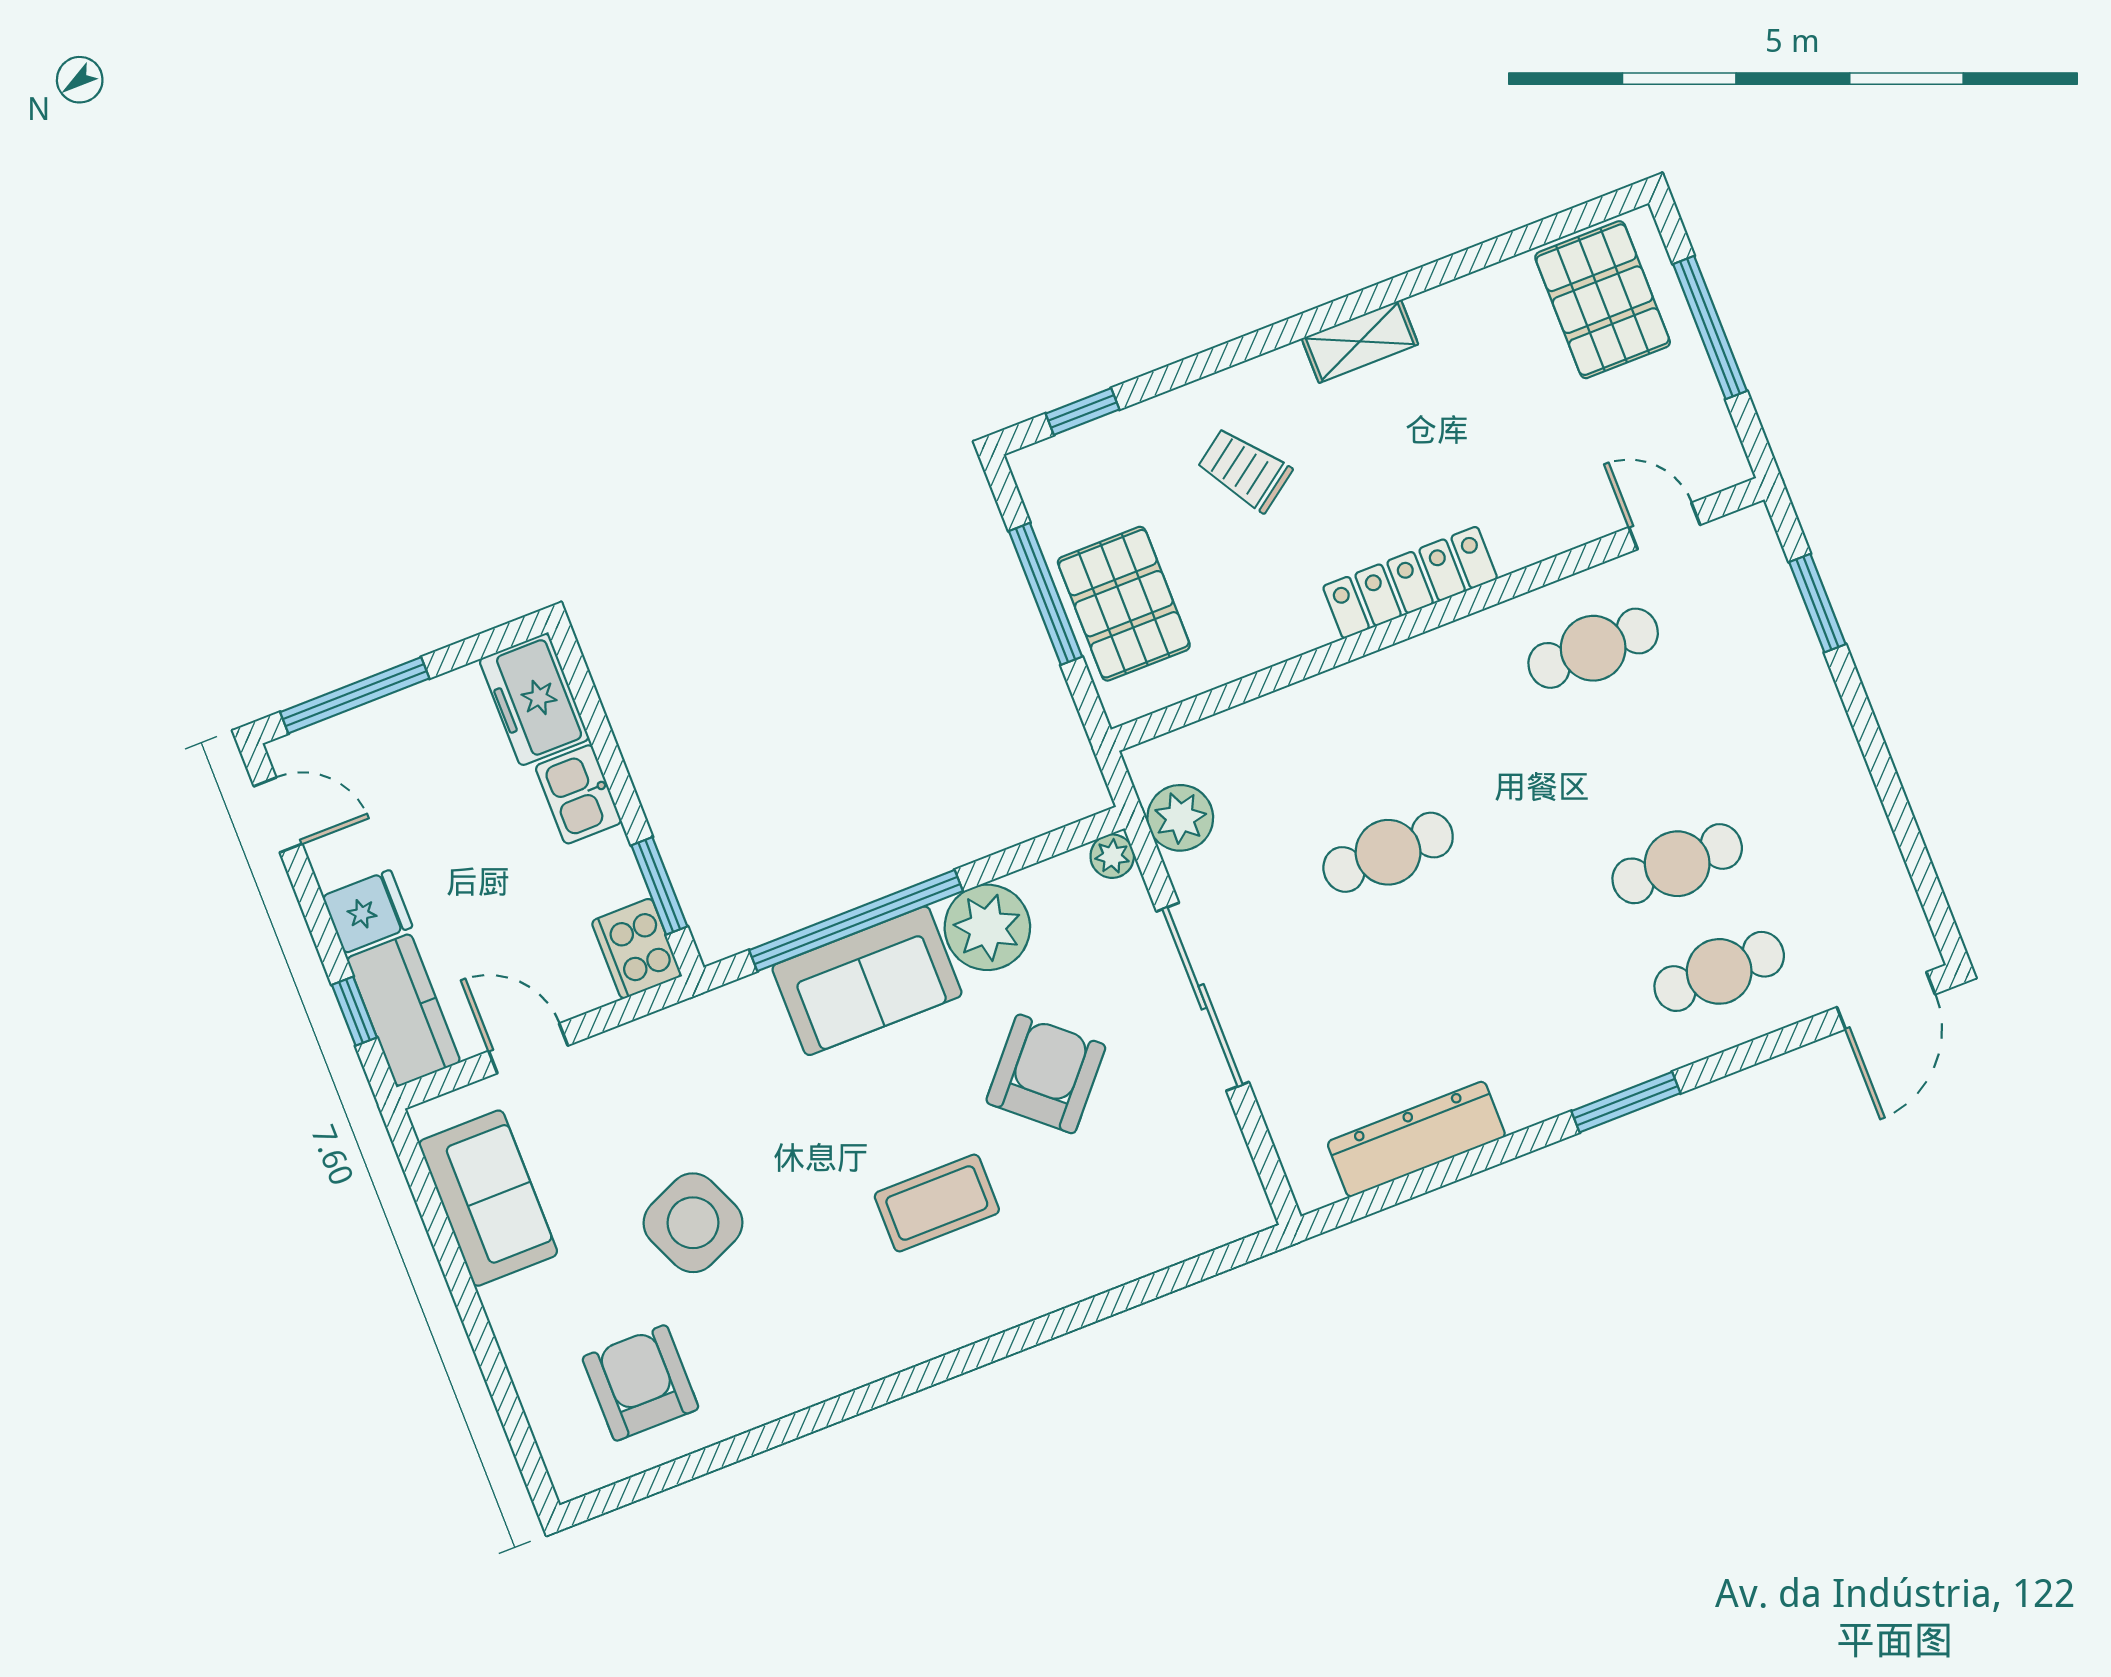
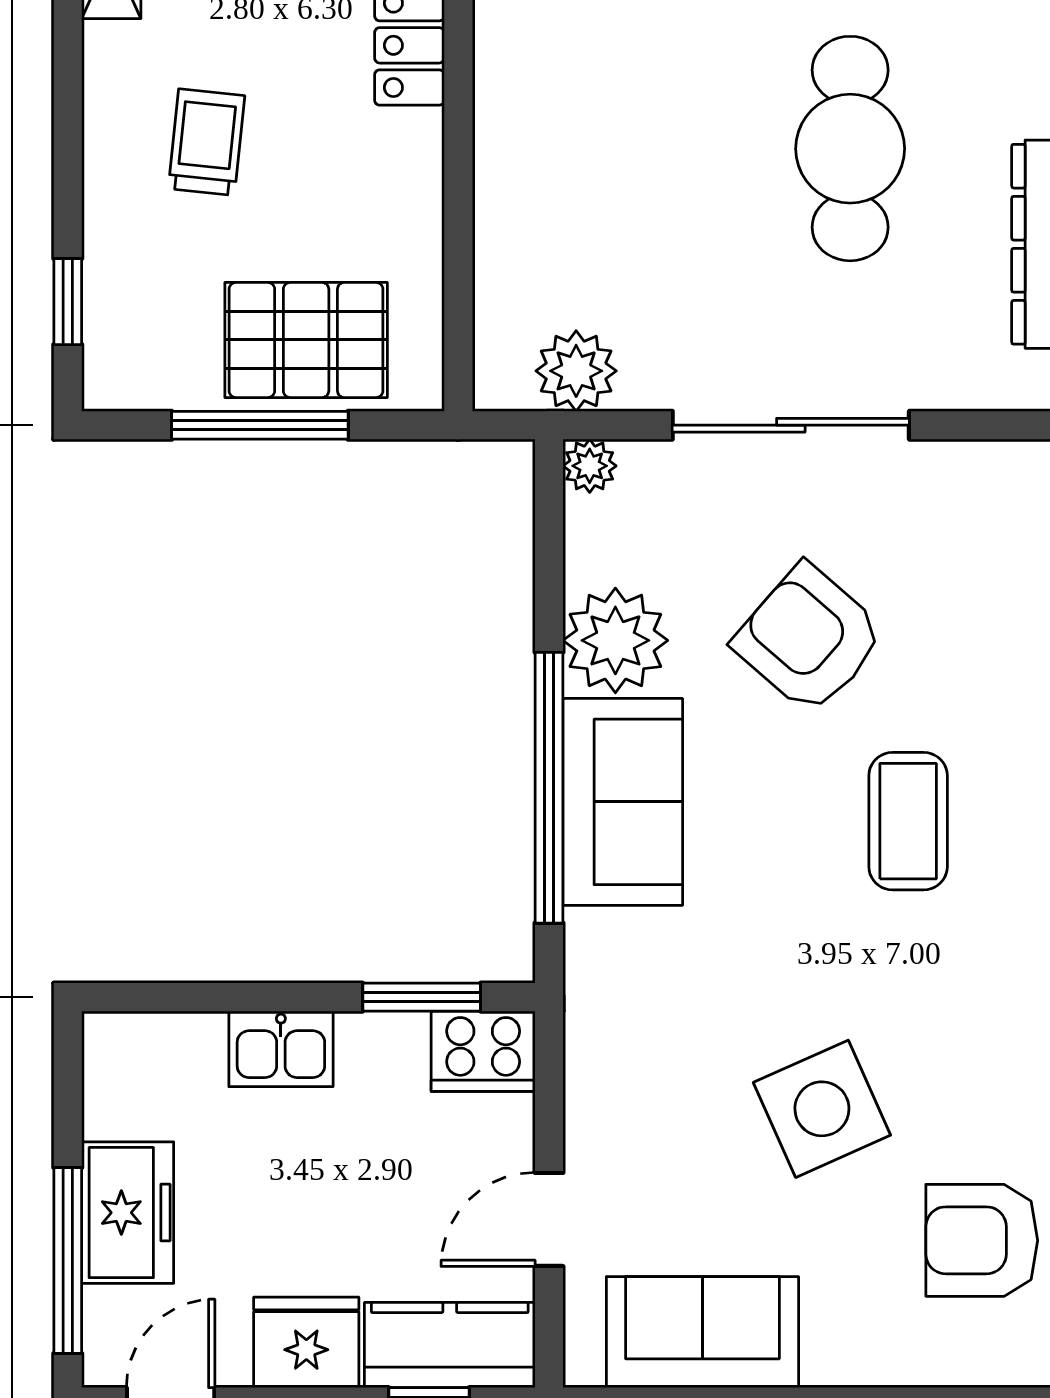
trolley: (1244, 470) -> (206, 142), turned 132
freezer: (534, 699) -> (128, 1213), moved, turned -90
cafe table: (1388, 852) -> (850, 149), moved, width x1.37, depth x1.35
fridge: (367, 912) -> (306, 1342), width x1.38

